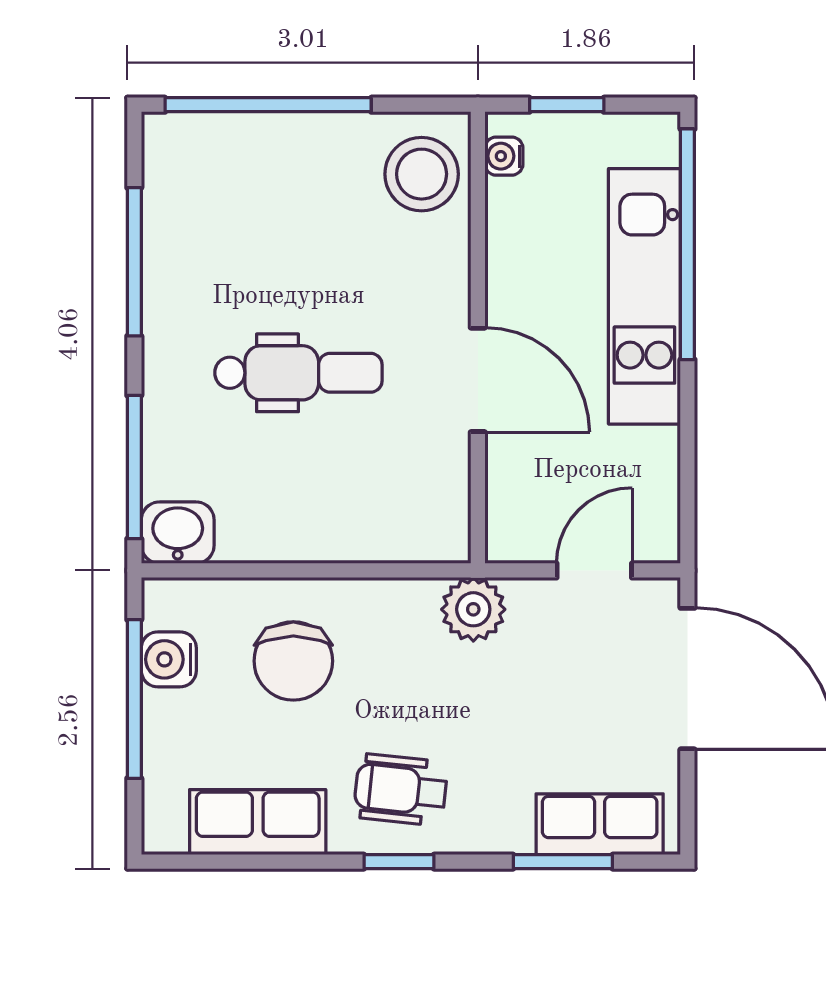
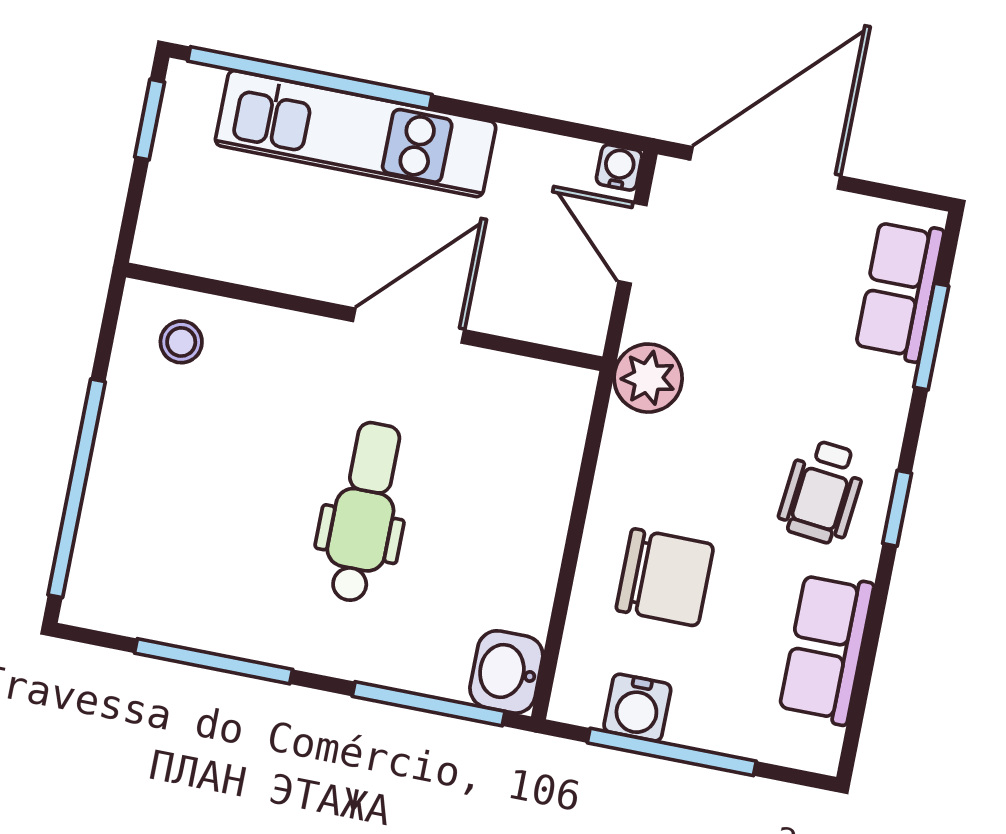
window: (567, 105) -> (150, 120), moved
water cooler: (504, 156) -> (619, 167), moved, turned 180
stool: (422, 174) -> (181, 342), width x0.53, depth x0.53

